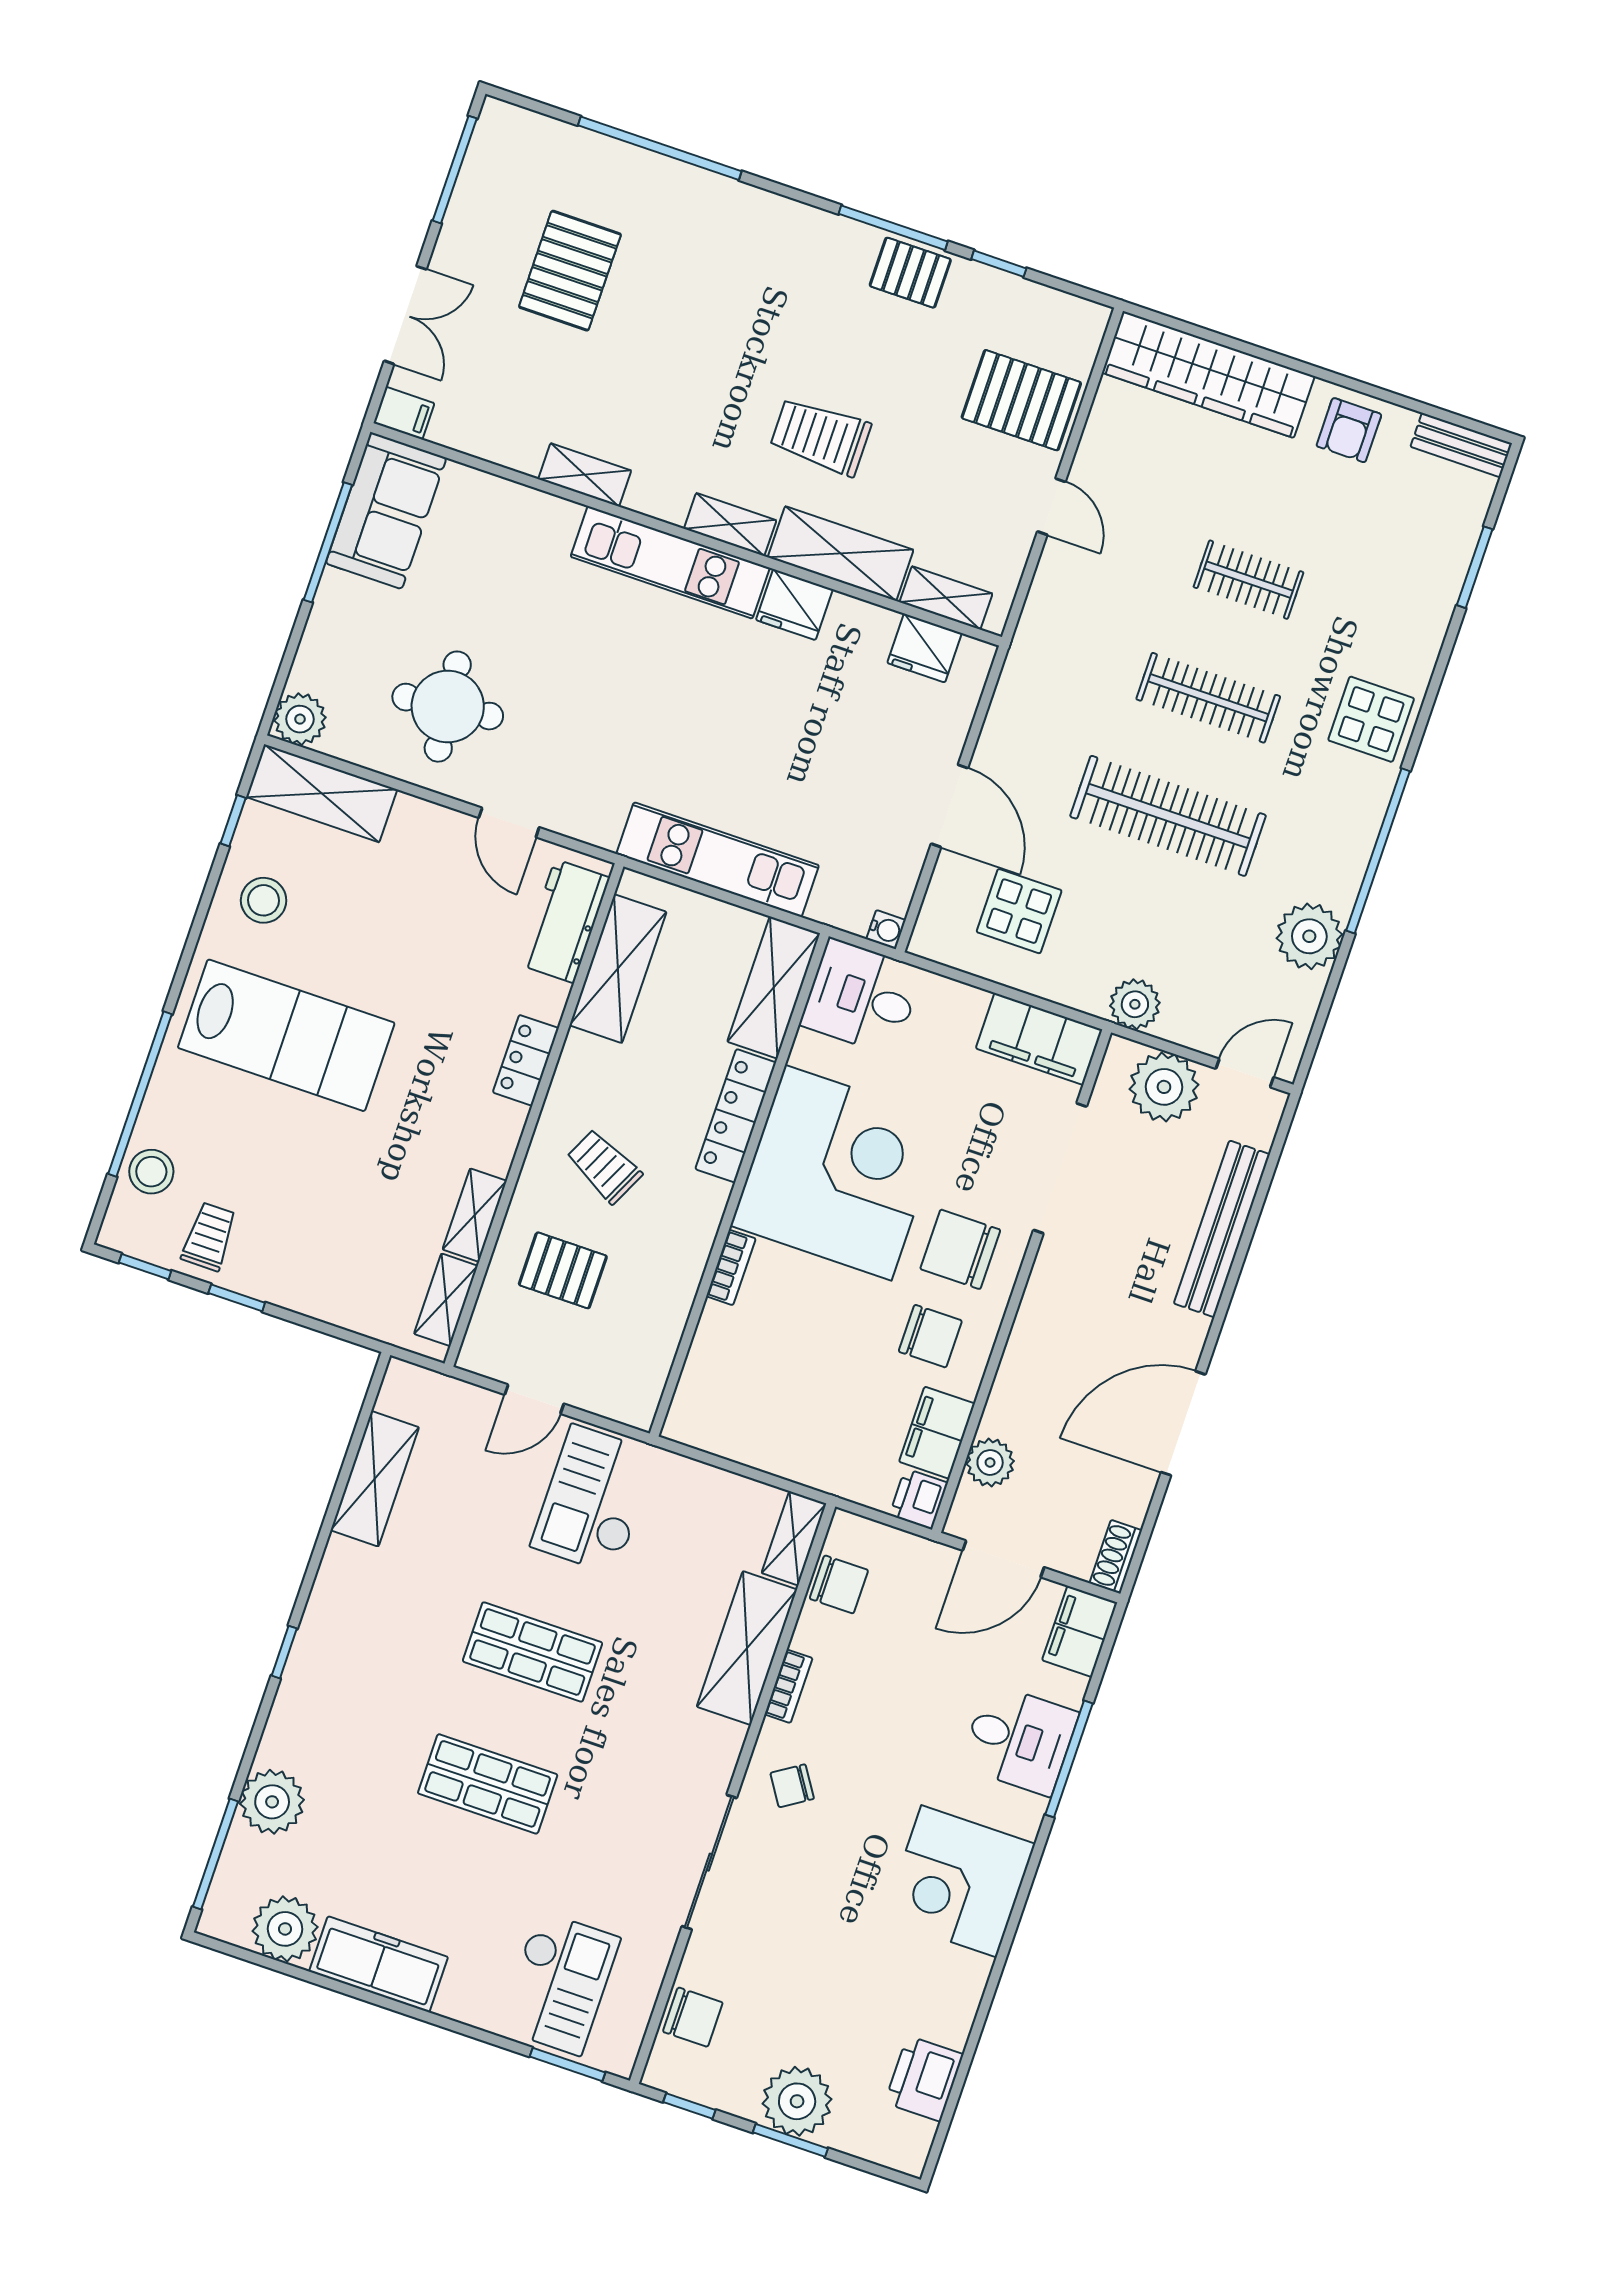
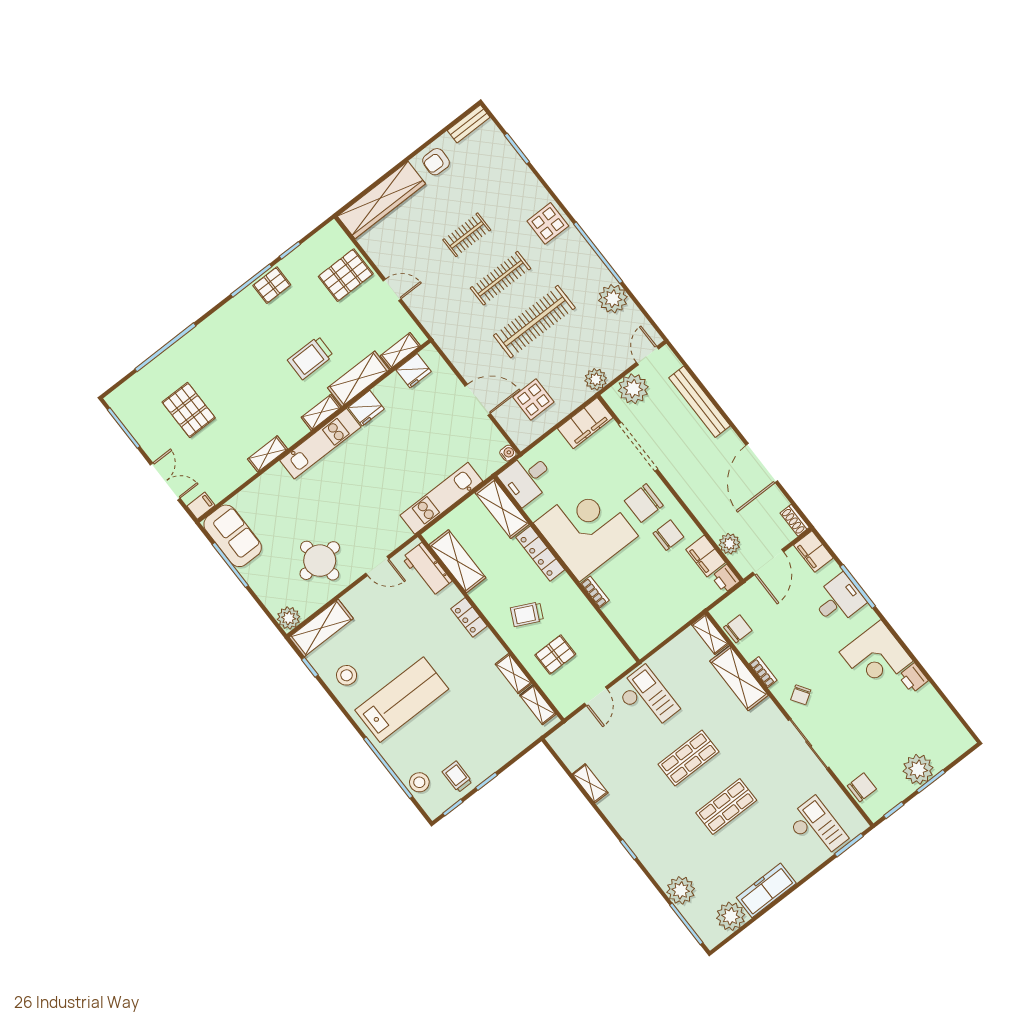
armchair: (1349, 430) -> (436, 162), turned 92
shelving: (375, 1479) -> (590, 783), width x0.67, depth x0.75
checkout: (594, 1500) -> (647, 699), turned 180
printer: (924, 2079) -> (913, 678), moved, width x0.73, depth x0.81

